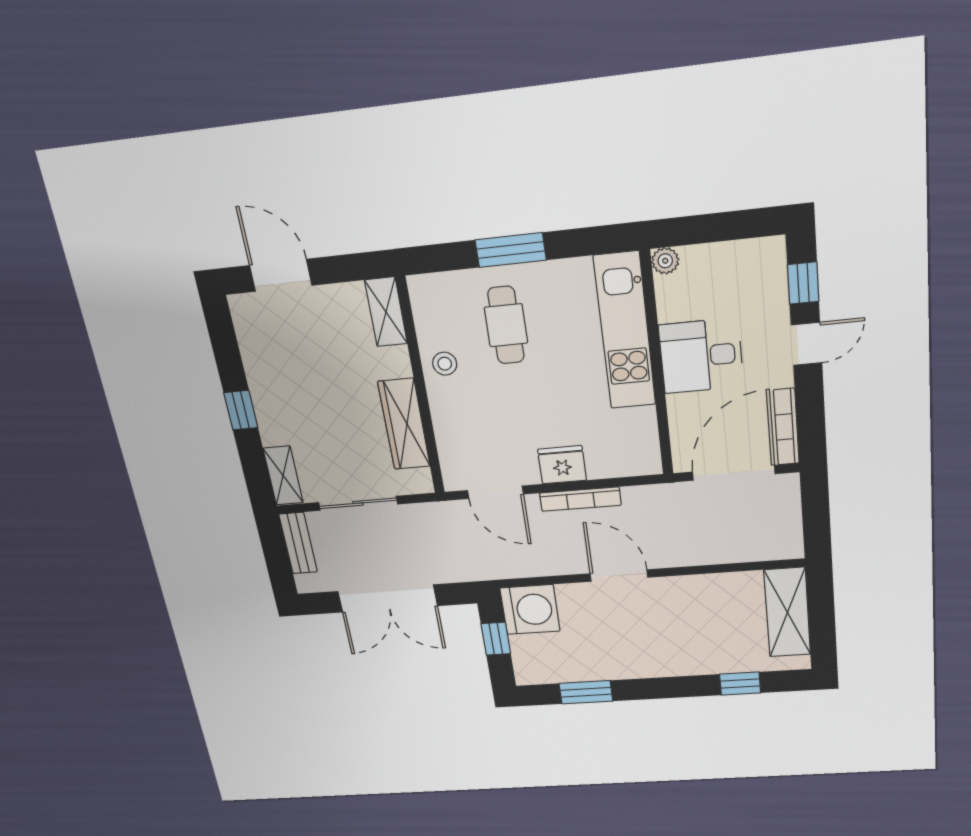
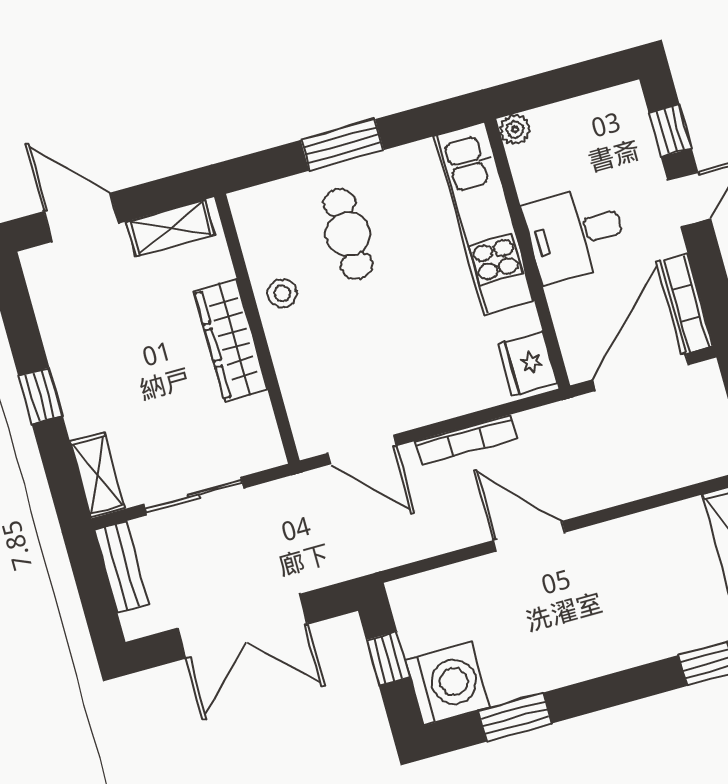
shelving: (386, 312) -> (170, 228), moved, turned 90
wardrobe: (404, 424) -> (231, 340), moved
fridge: (562, 465) -> (528, 364), moved, turned -90
washing machine: (530, 610) -> (447, 683), moved

